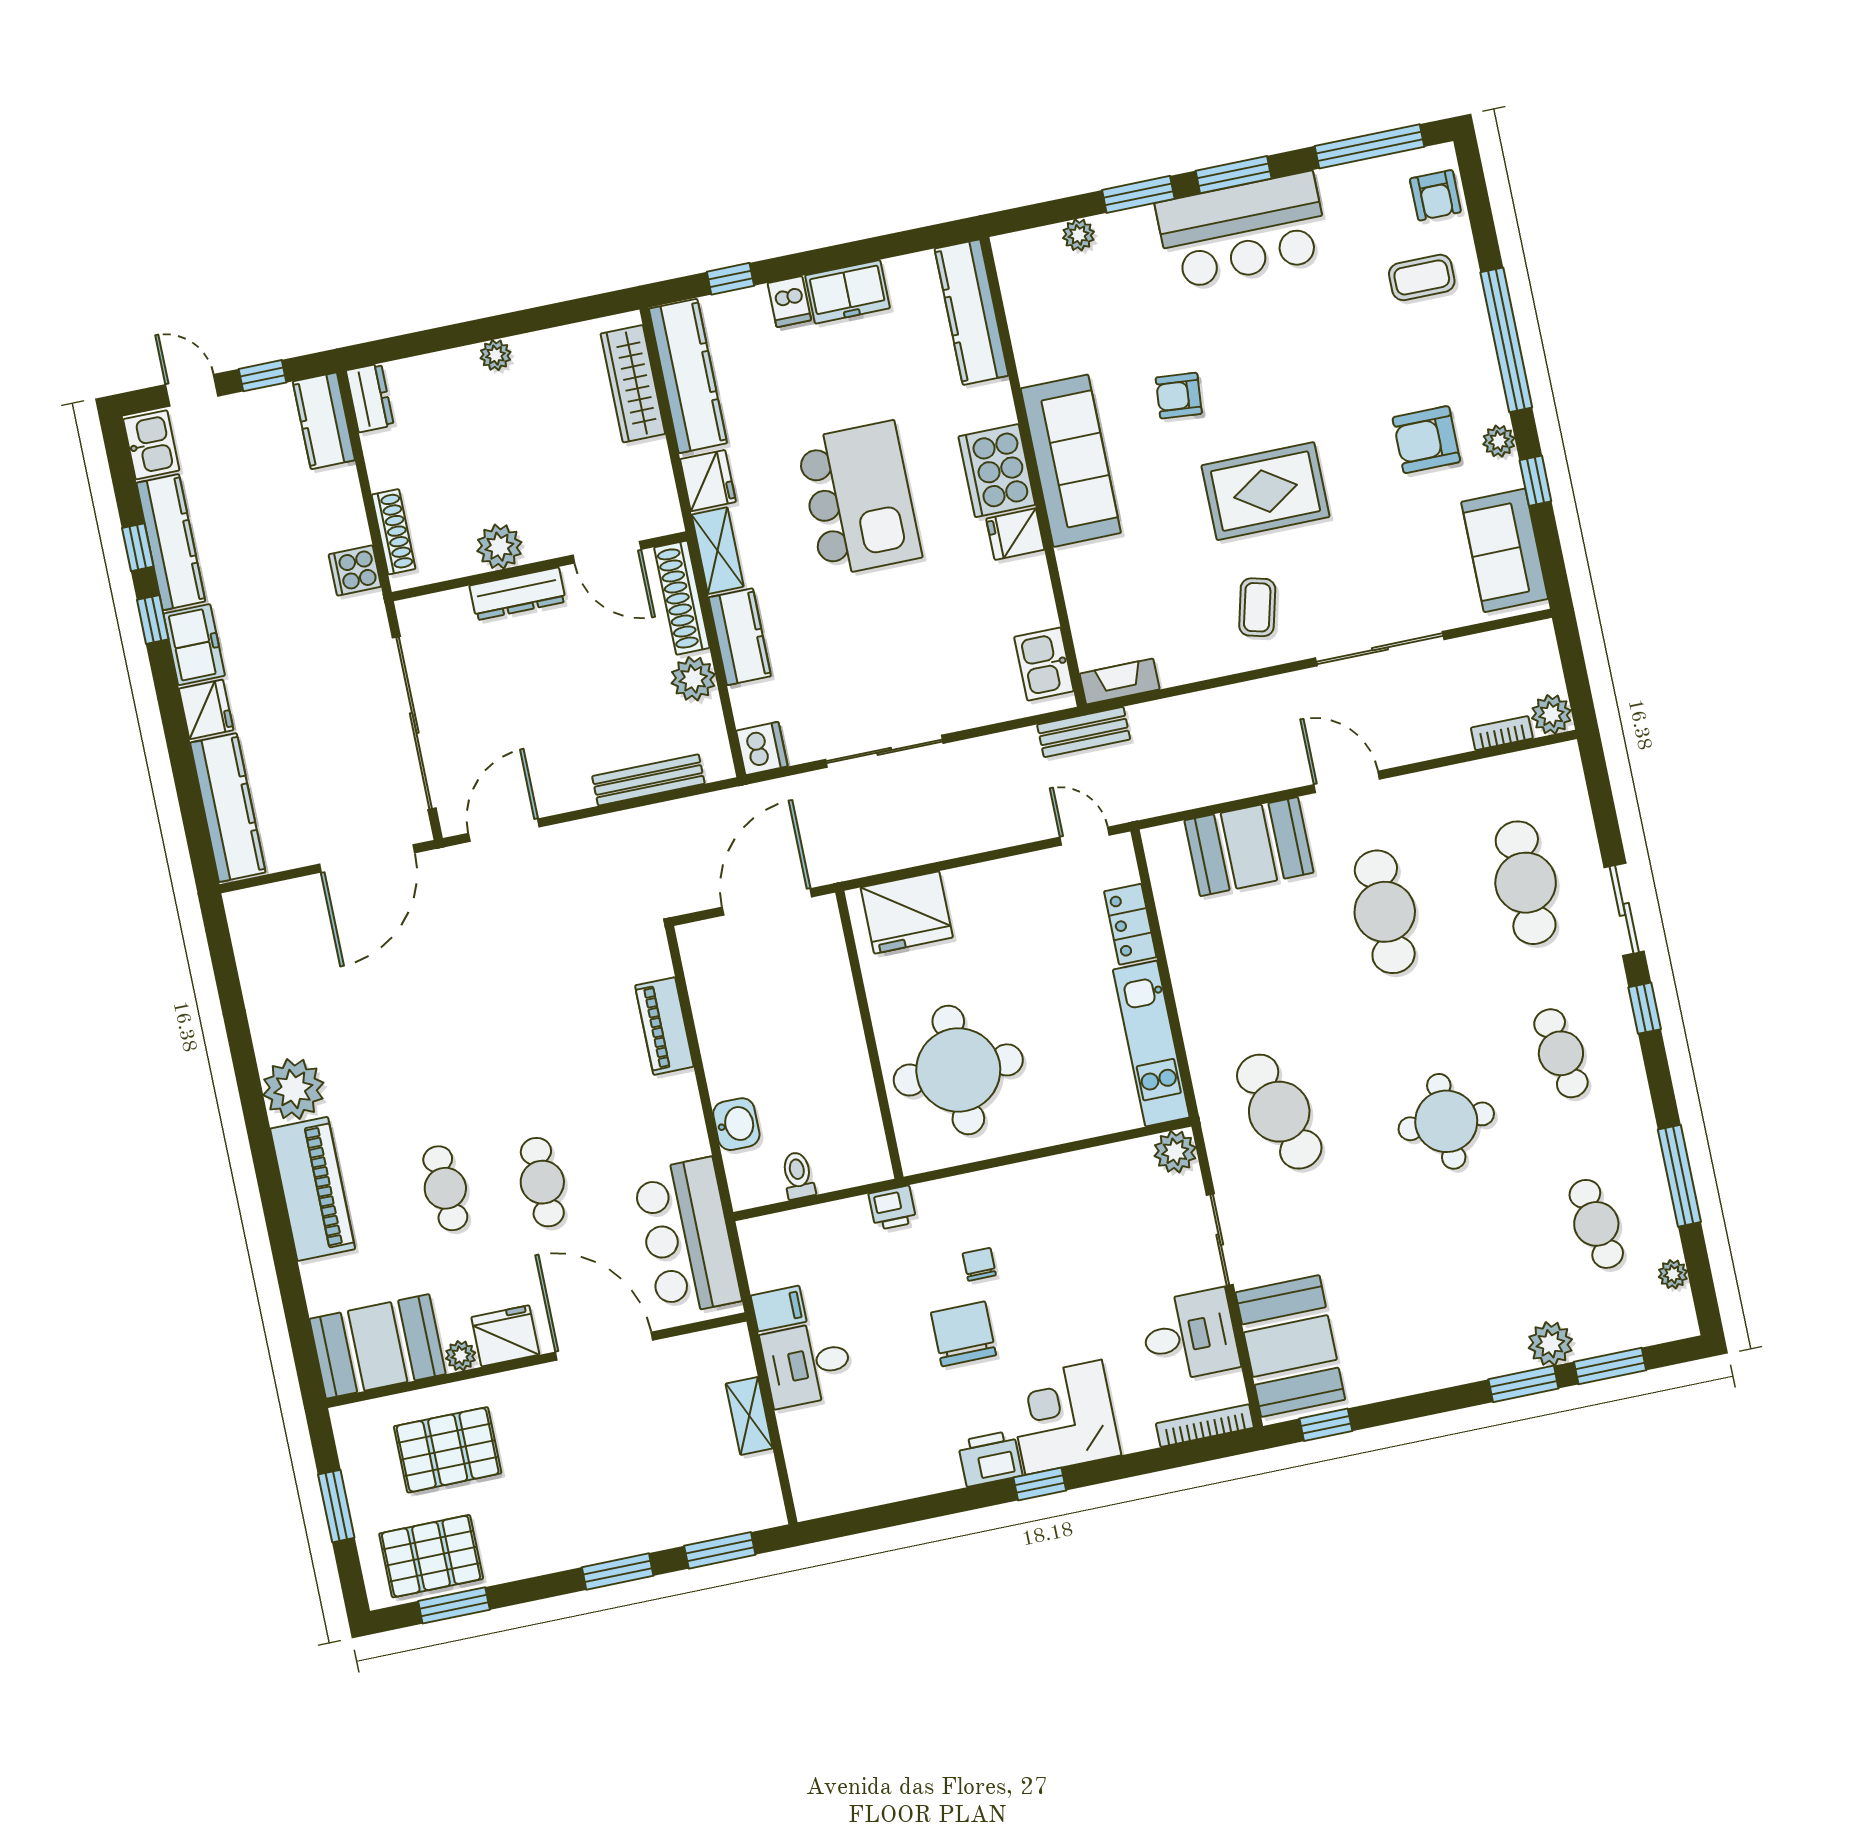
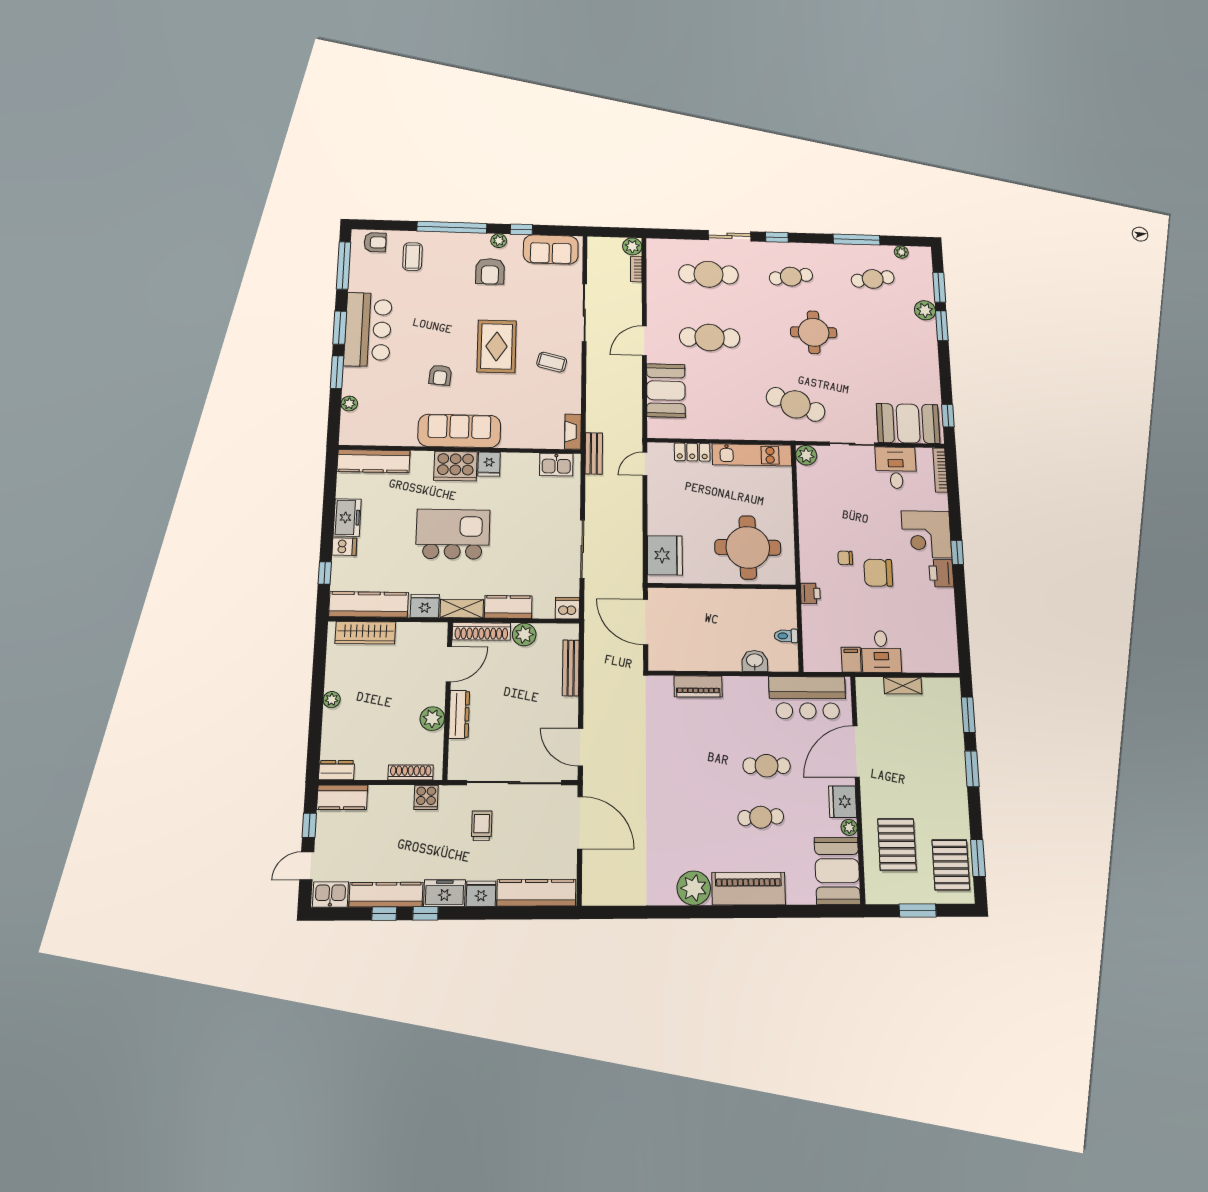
trolley: (325, 682) -> (482, 826), added
cafe table: (1279, 1112) -> (796, 404), turned 39

